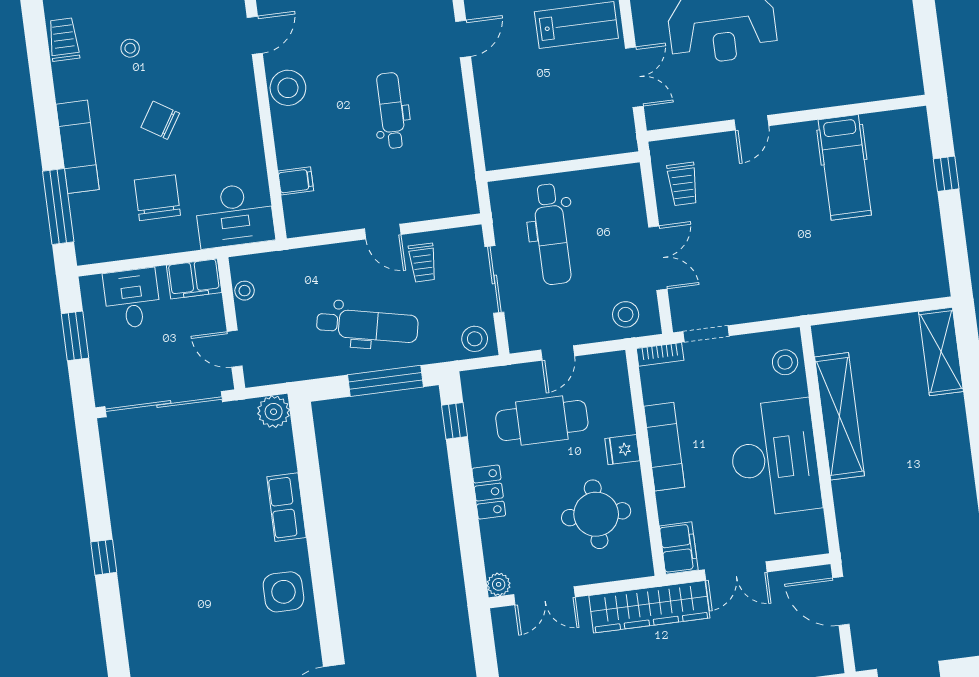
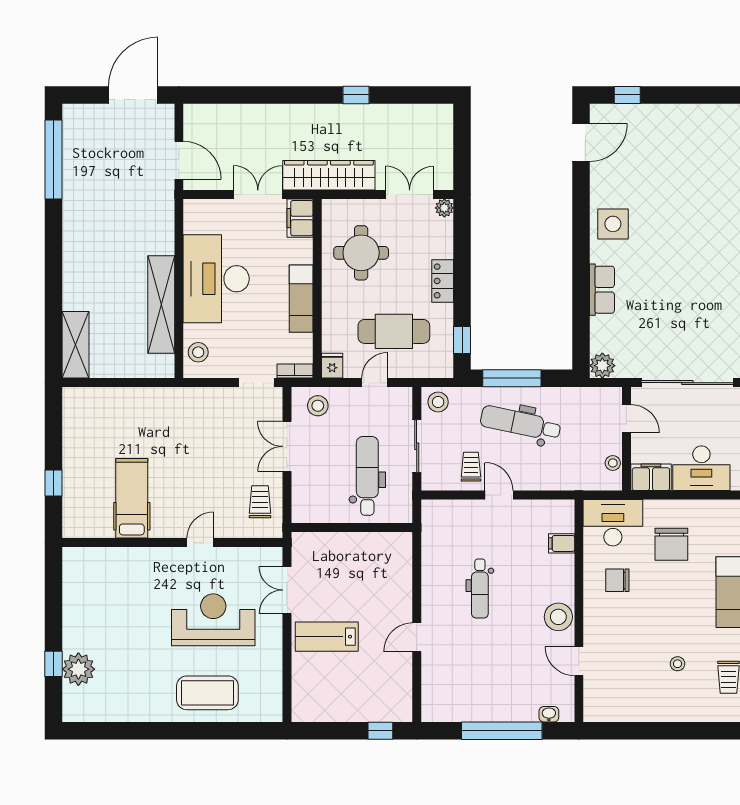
door: (255, 35) -> (579, 661), hinge flipped
chair: (160, 120) -> (617, 580), moved, turned 148
desk: (132, 298) -> (701, 468), width x1.37
fridge: (622, 450) -> (332, 366), moved, turned -90

